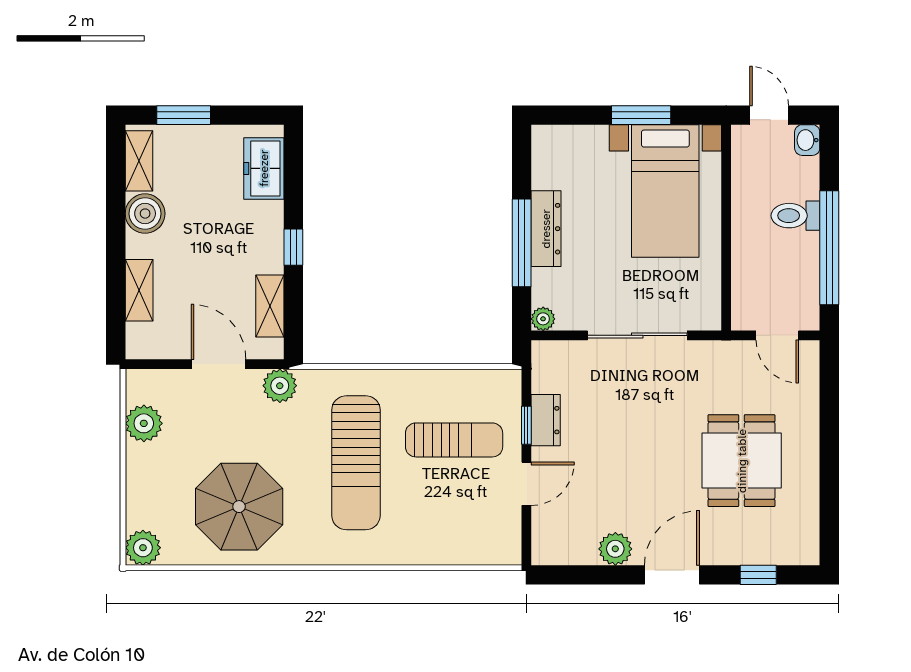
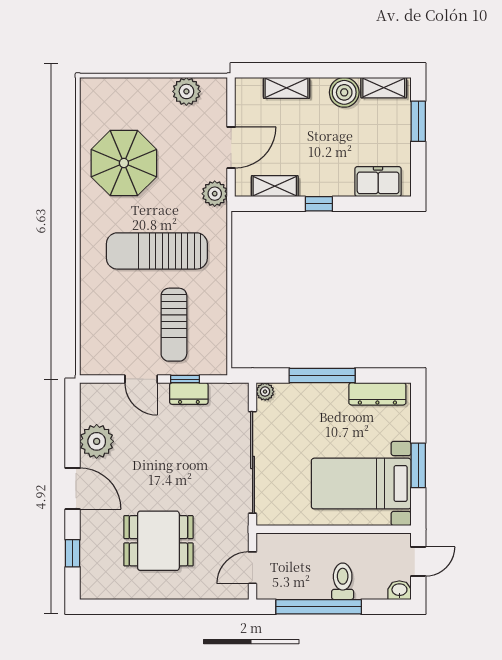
dresser: (546, 229) -> (377, 394), moved
sliding door: (637, 335) -> (253, 462), width x1.36
plant: (143, 548) -> (93, 91), removed
plant: (615, 549) -> (97, 441), width x1.36, depth x1.36

